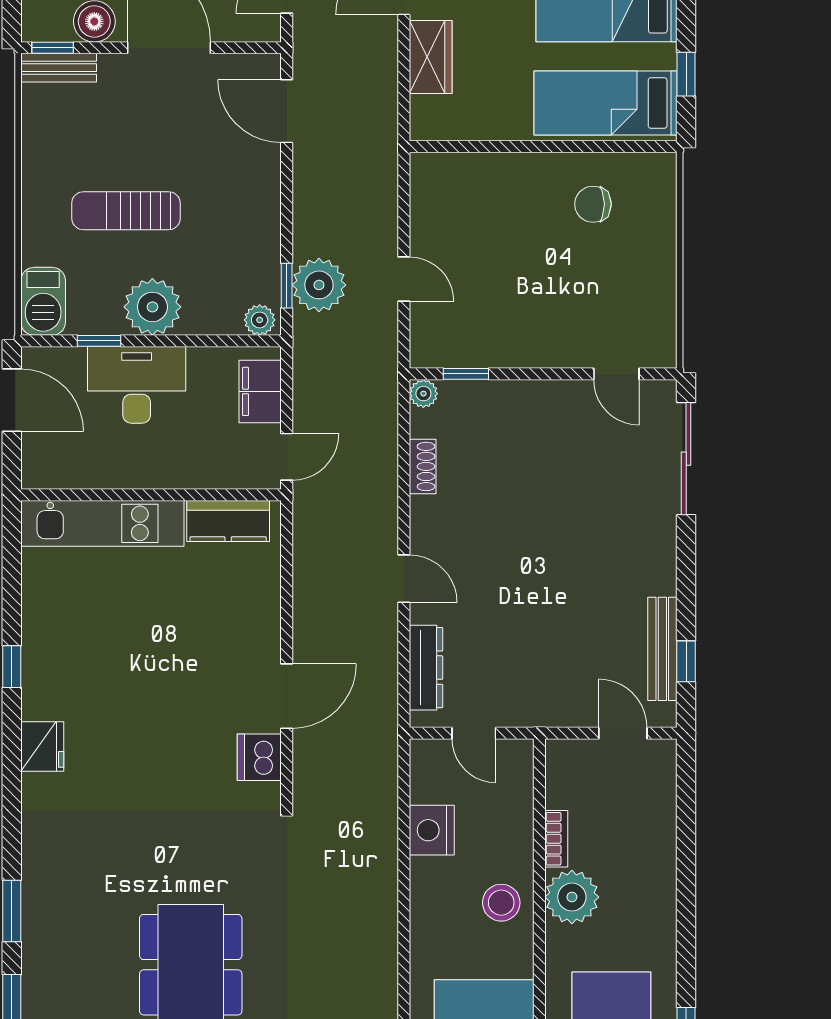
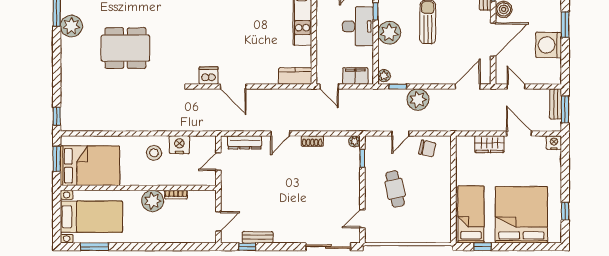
chair: (593, 204) -> (427, 148), moved, turned 102
plant: (319, 285) -> (418, 100), moved
cafe table: (542, 292) -> (395, 189), added
shoe rack: (423, 466) -> (312, 141), moved
kitchen counter: (228, 521) -> (295, 76), moved, turned 90
bench: (662, 649) -> (258, 237), width x0.73
stool: (501, 903) -> (154, 153), moved

